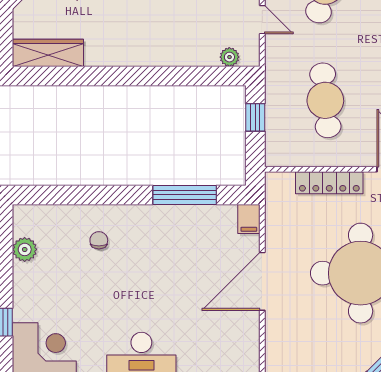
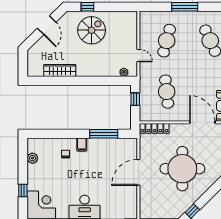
wardrobe: (48, 53) -> (60, 70), moved
locker: (329, 183) -> (154, 128), moved
filing cabinet: (249, 219) -> (82, 144), moved

